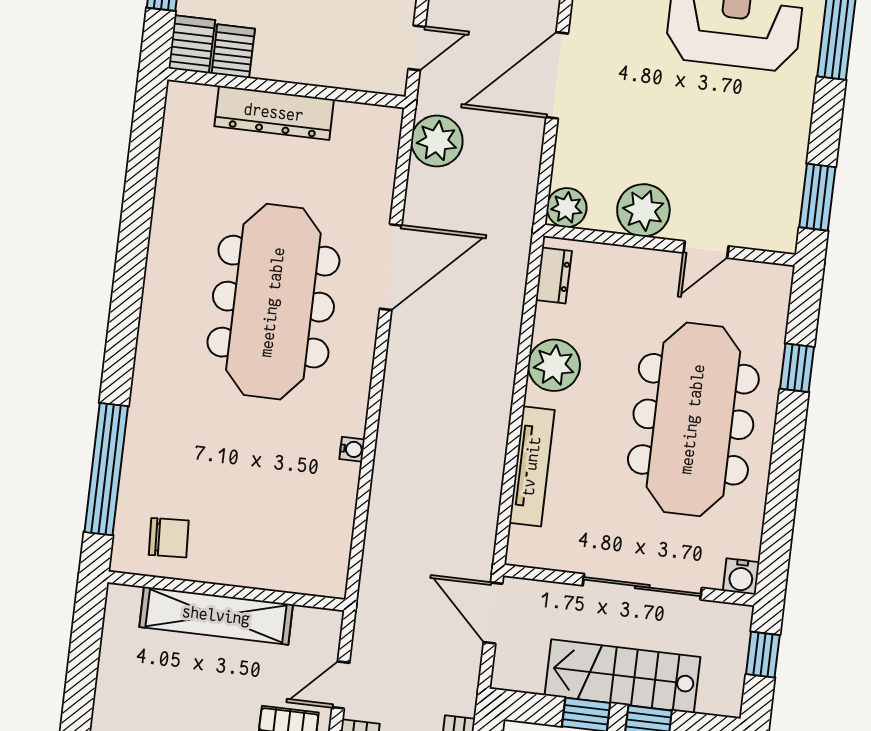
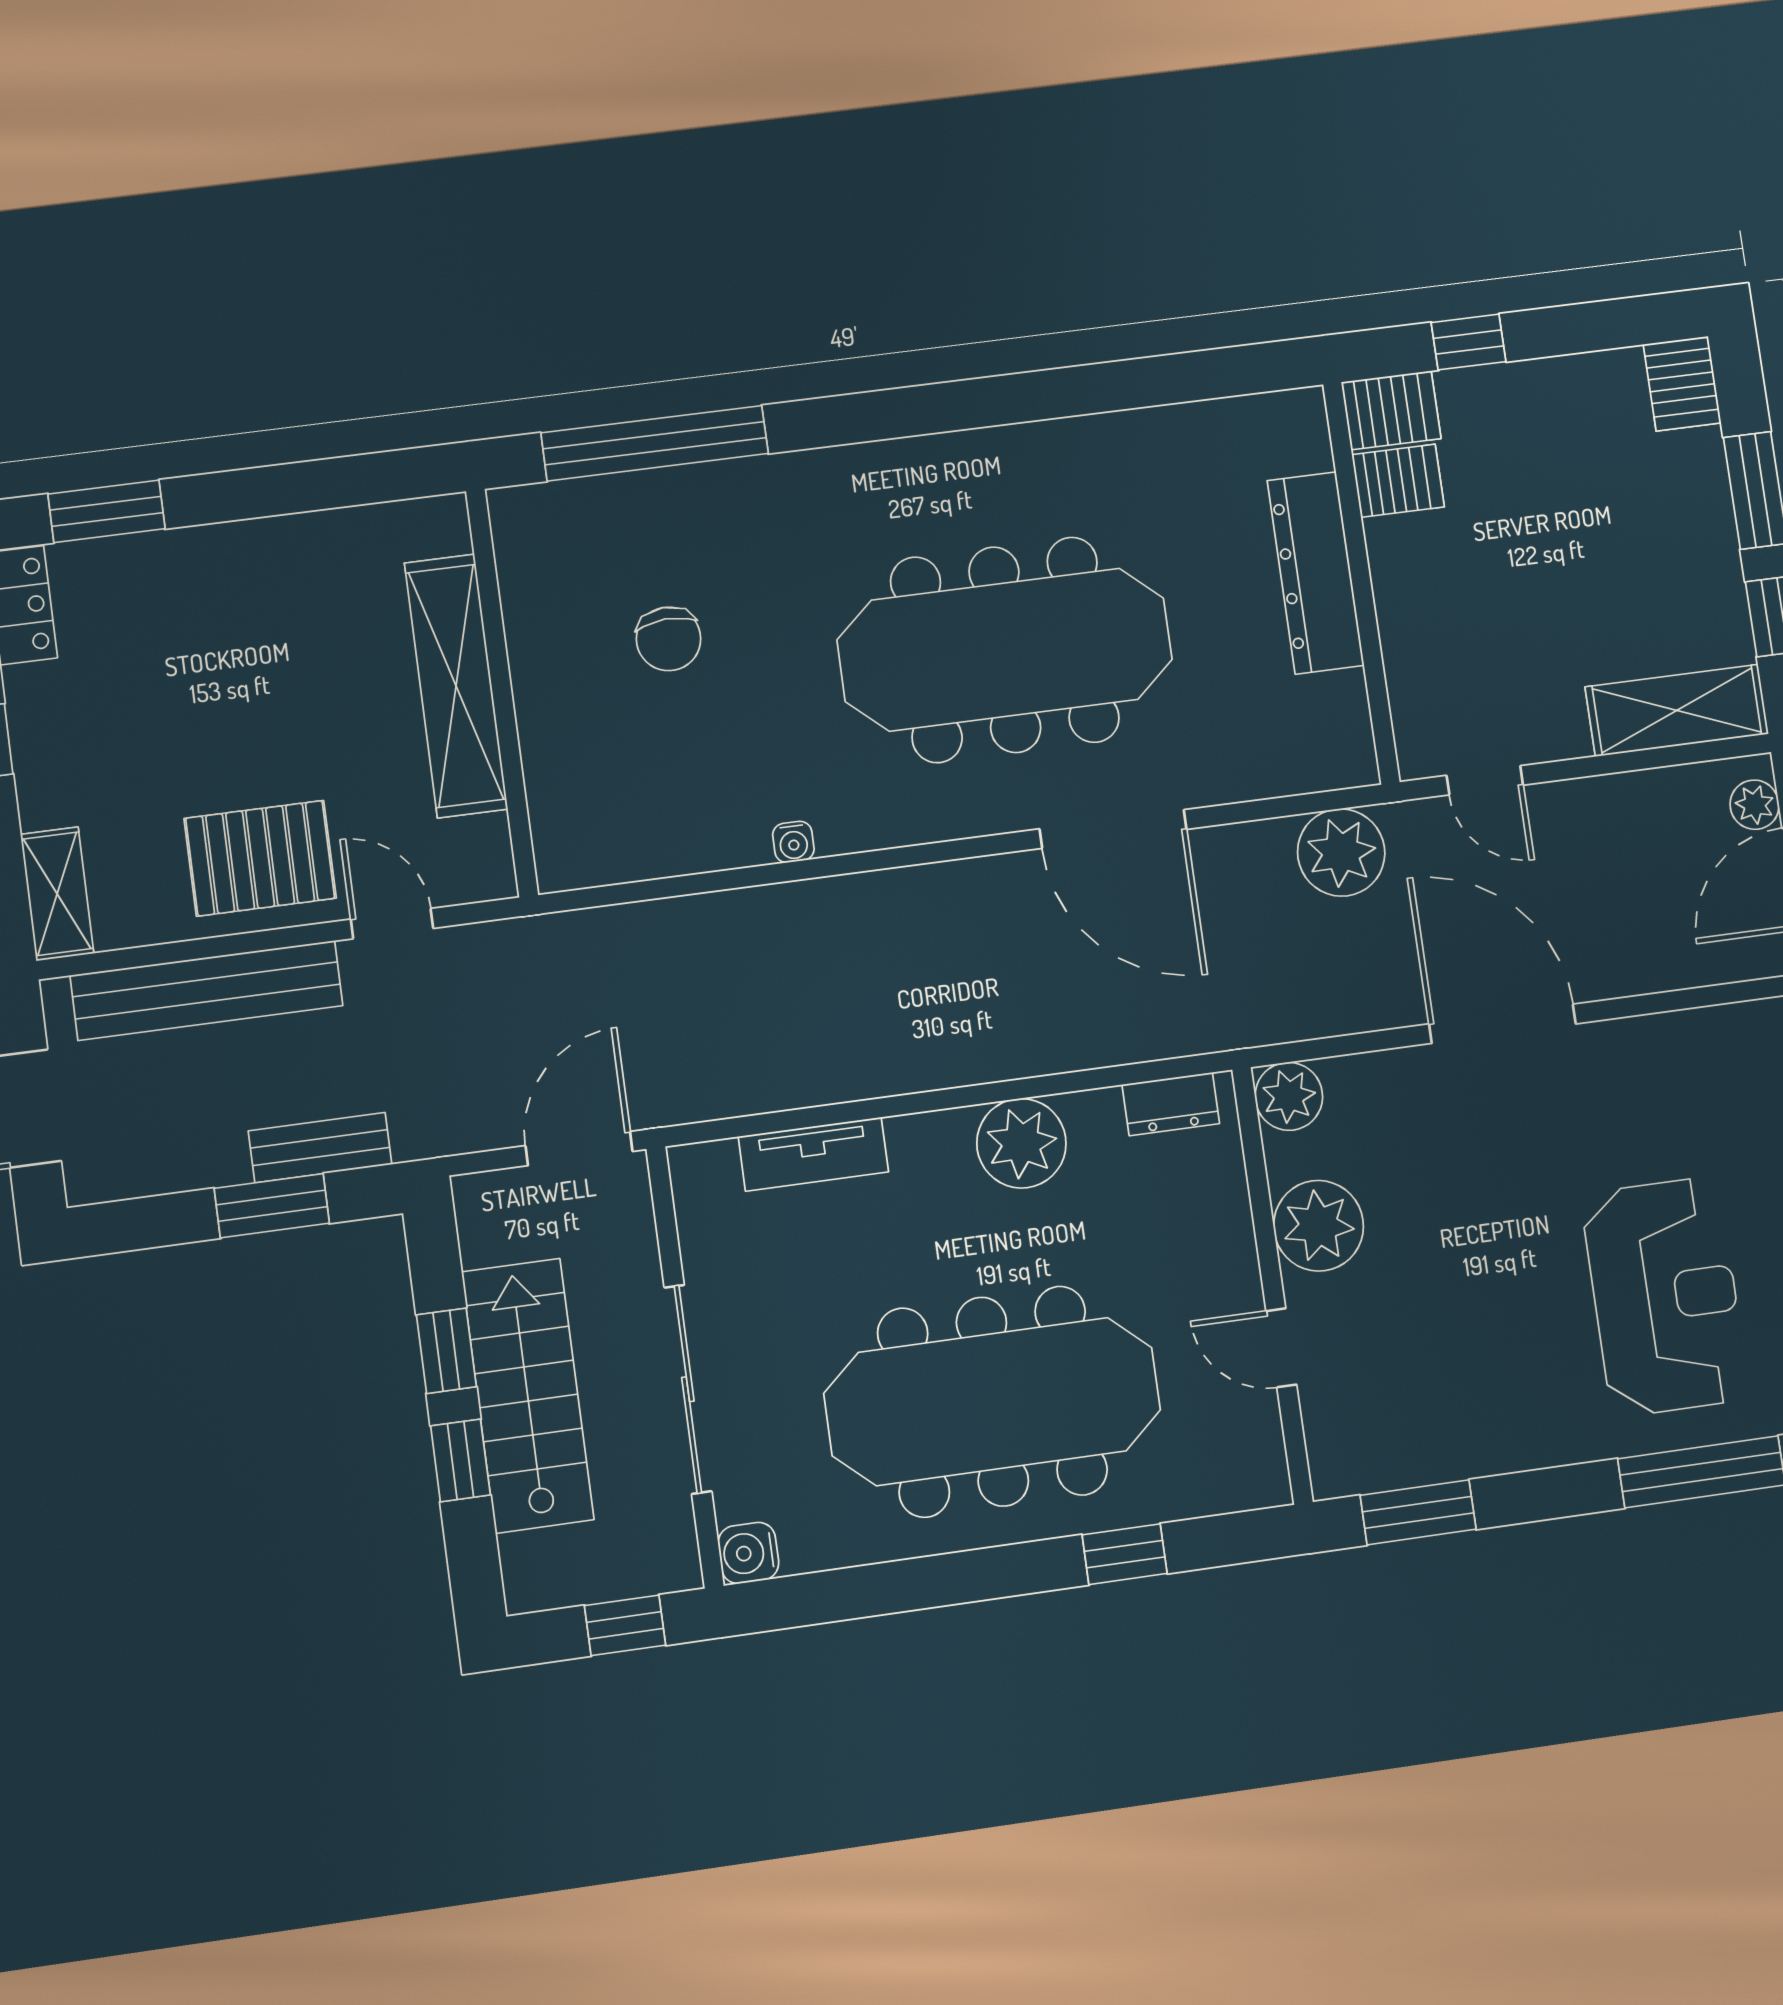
tv unit: (532, 466) -> (813, 1154), width x0.71
chair: (169, 538) -> (669, 639), moved

